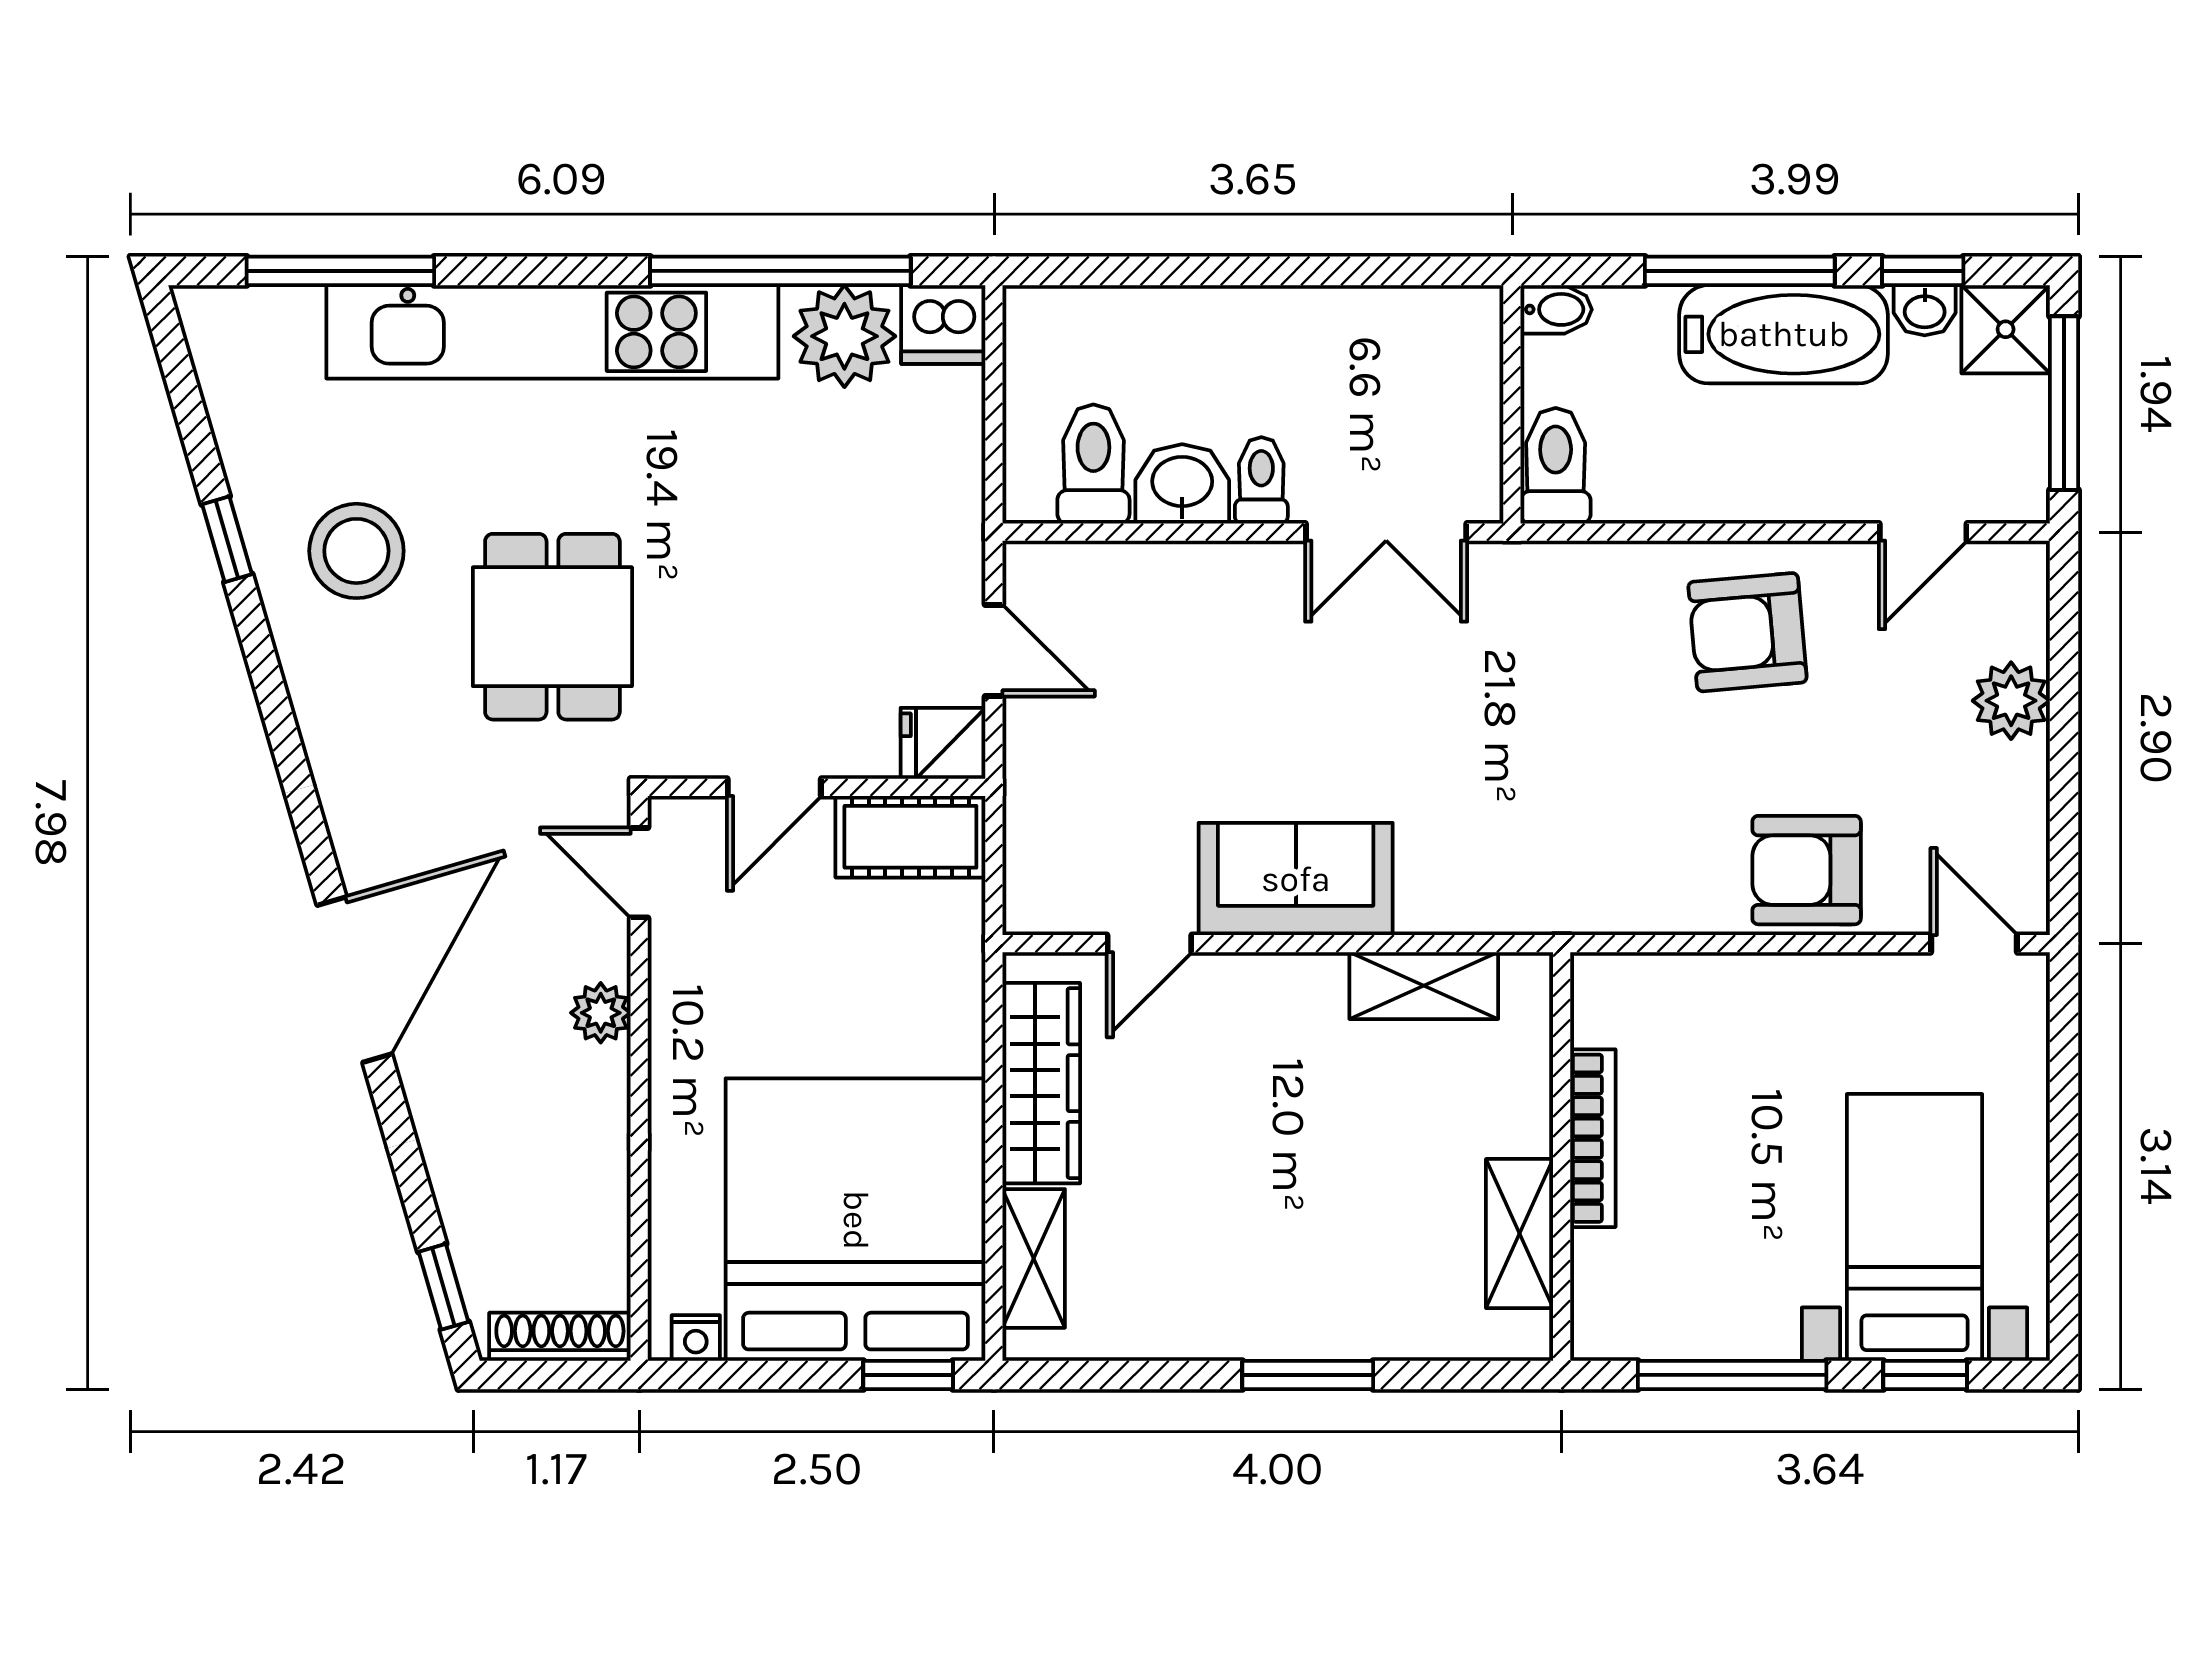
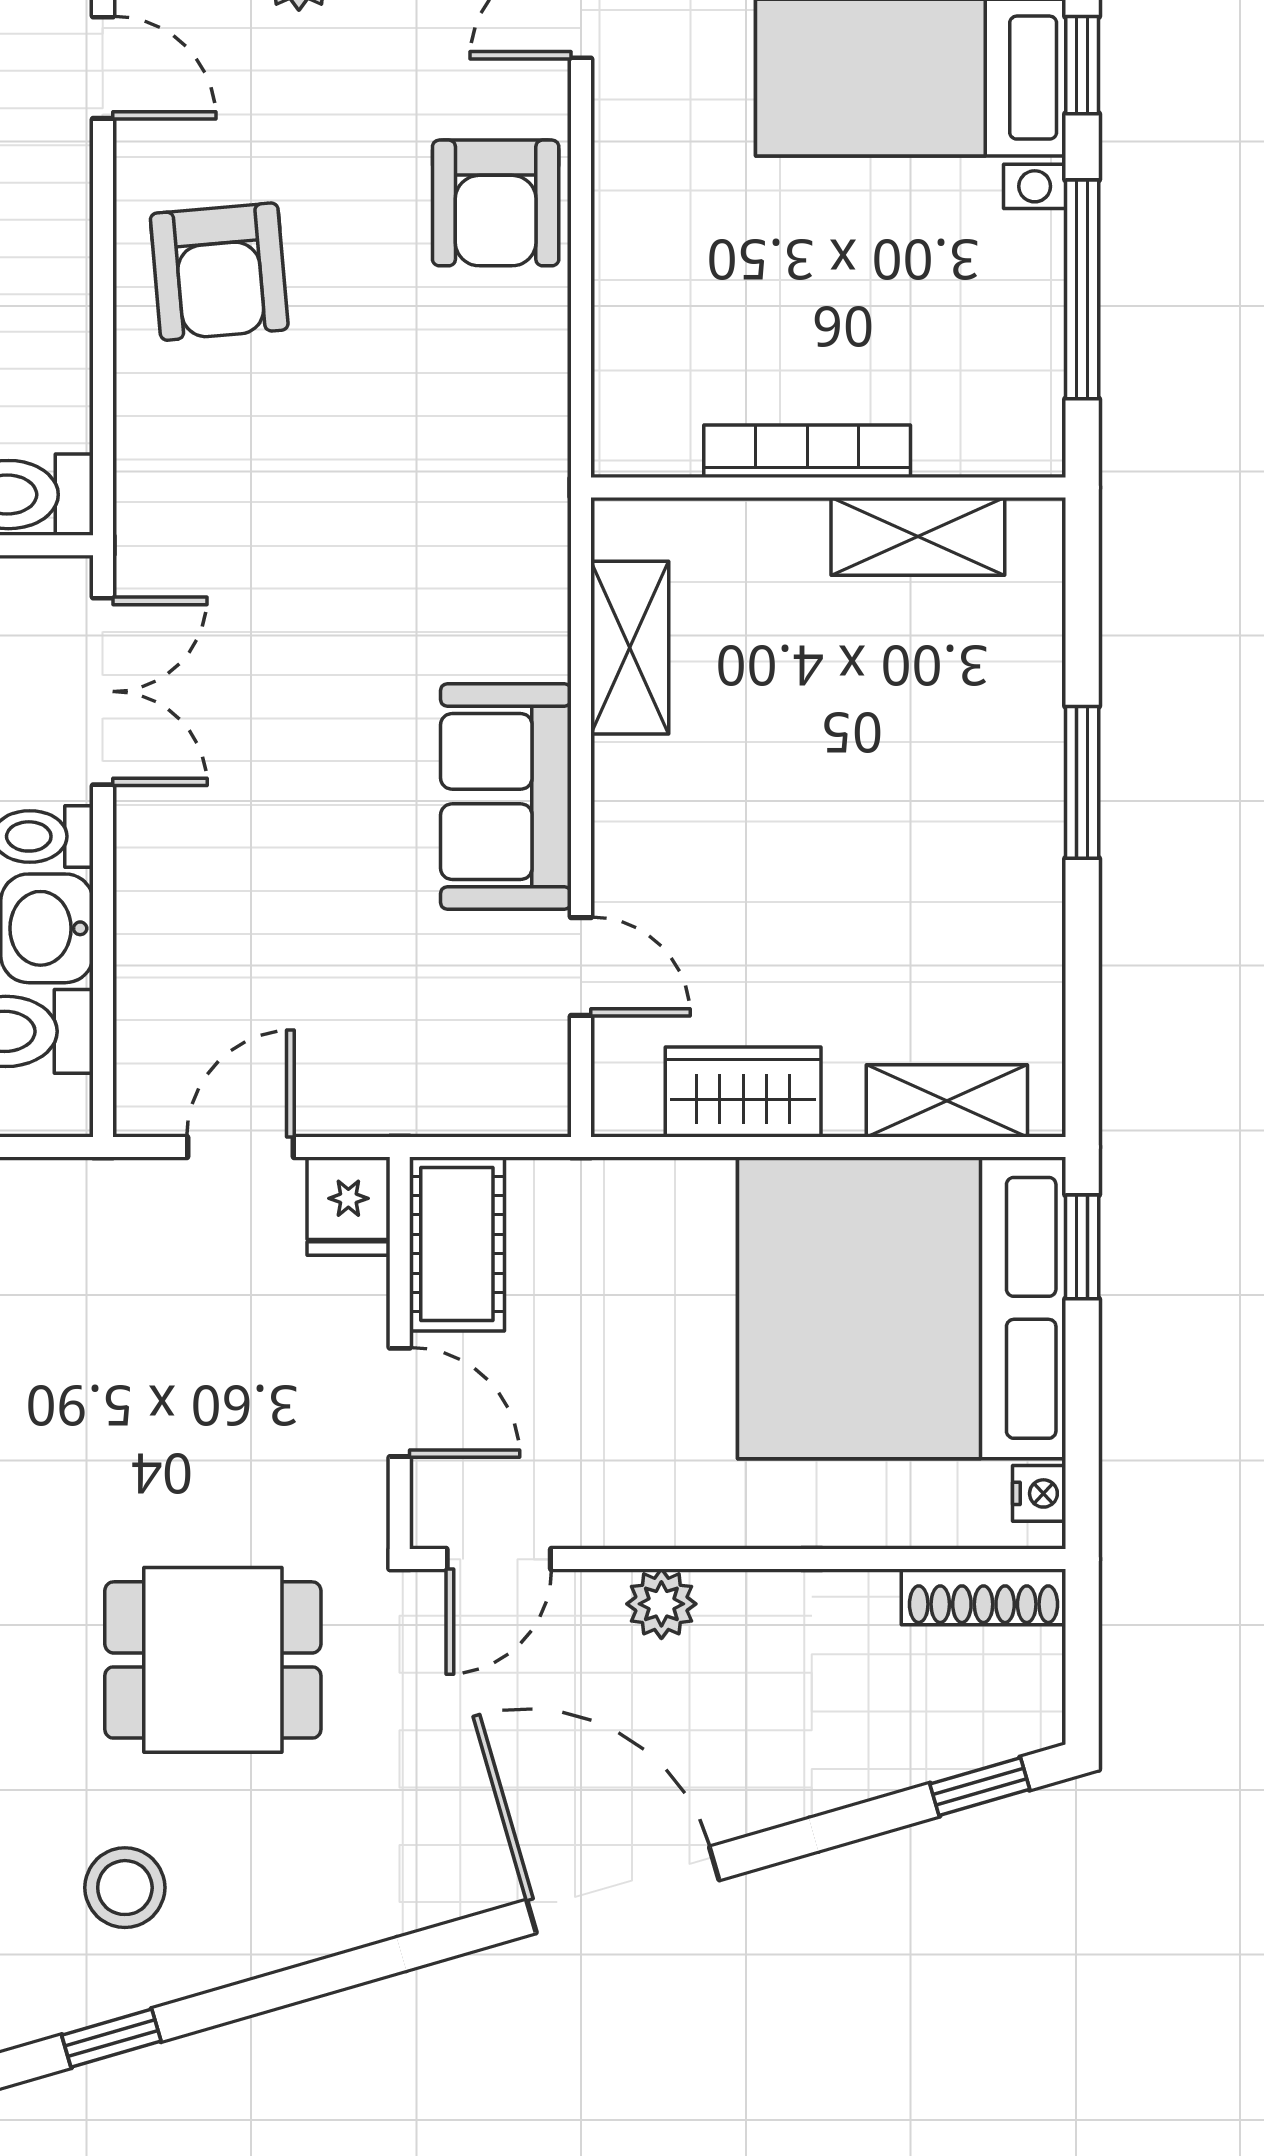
stool: (356, 551) -> (125, 1888), width x0.73, depth x0.73
wardrobe: (1041, 1083) -> (743, 1092), width x0.67
shoe rack: (560, 1337) -> (983, 1597), moved, turned -90

